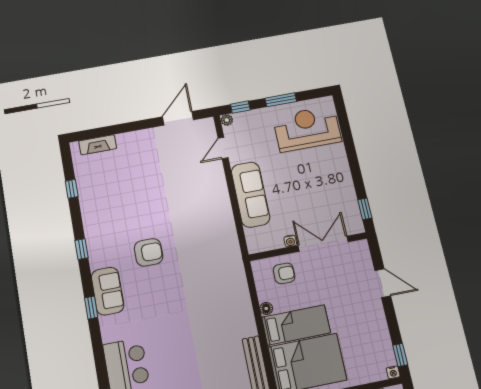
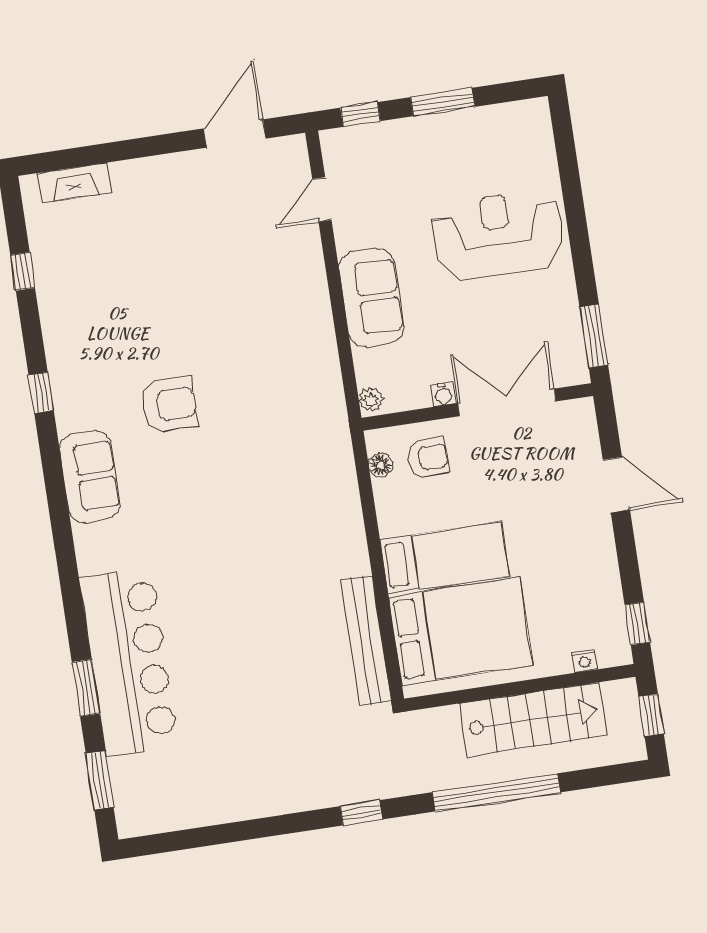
plant: (227, 120) -> (371, 400), moved
reception desk: (307, 129) -> (498, 235), moved
sofa: (251, 195) -> (371, 298), width x0.73
window: (365, 209) -> (594, 336), width x1.50
window: (91, 308) -> (58, 507), removed
floor lamp: (266, 308) -> (381, 465), moved
nightstand: (393, 372) -> (584, 661), moved

